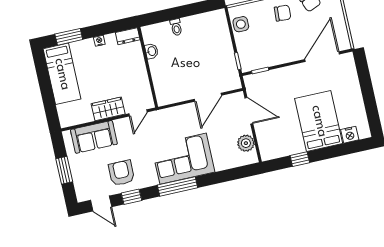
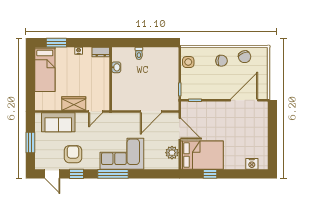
bed: (319, 121) -> (202, 155), moved, turned 90

